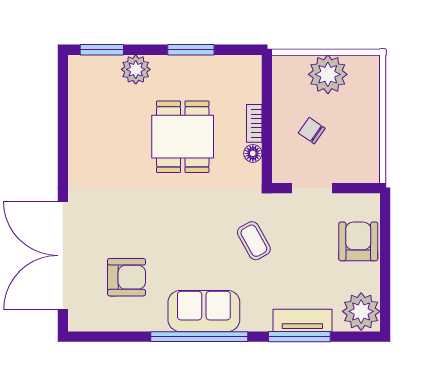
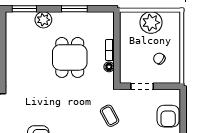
chair: (312, 131) -> (159, 59), moved
armchair: (358, 241) -> (168, 116), turned 180

